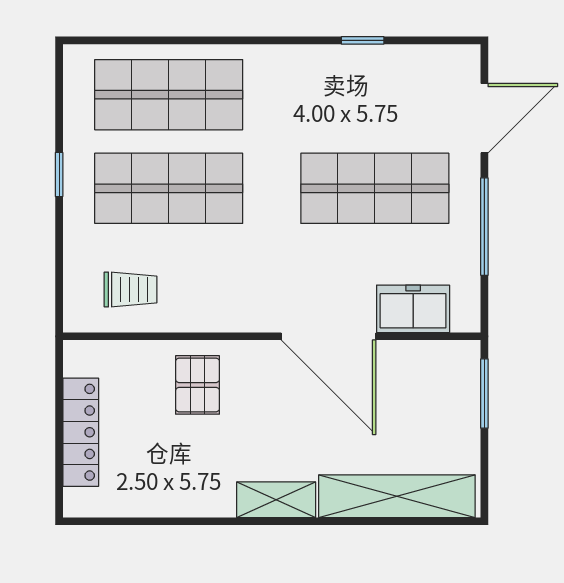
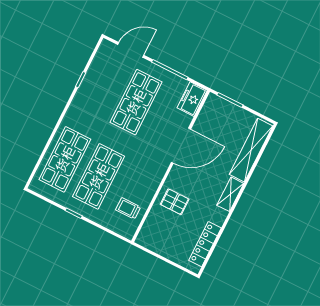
door: (484, 118) -> (131, 50), hinge flipped
trolley: (131, 290) -> (128, 208), turned -90
freezer: (413, 309) -> (192, 99), moved
locker: (81, 432) -> (205, 244), moved, turned -90

